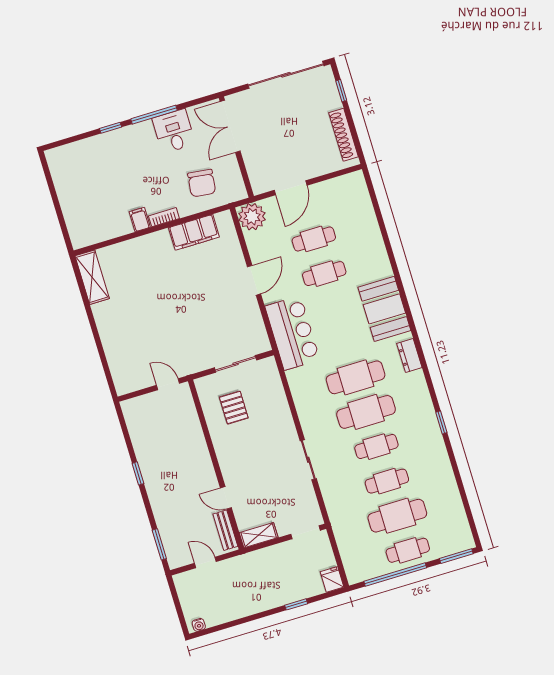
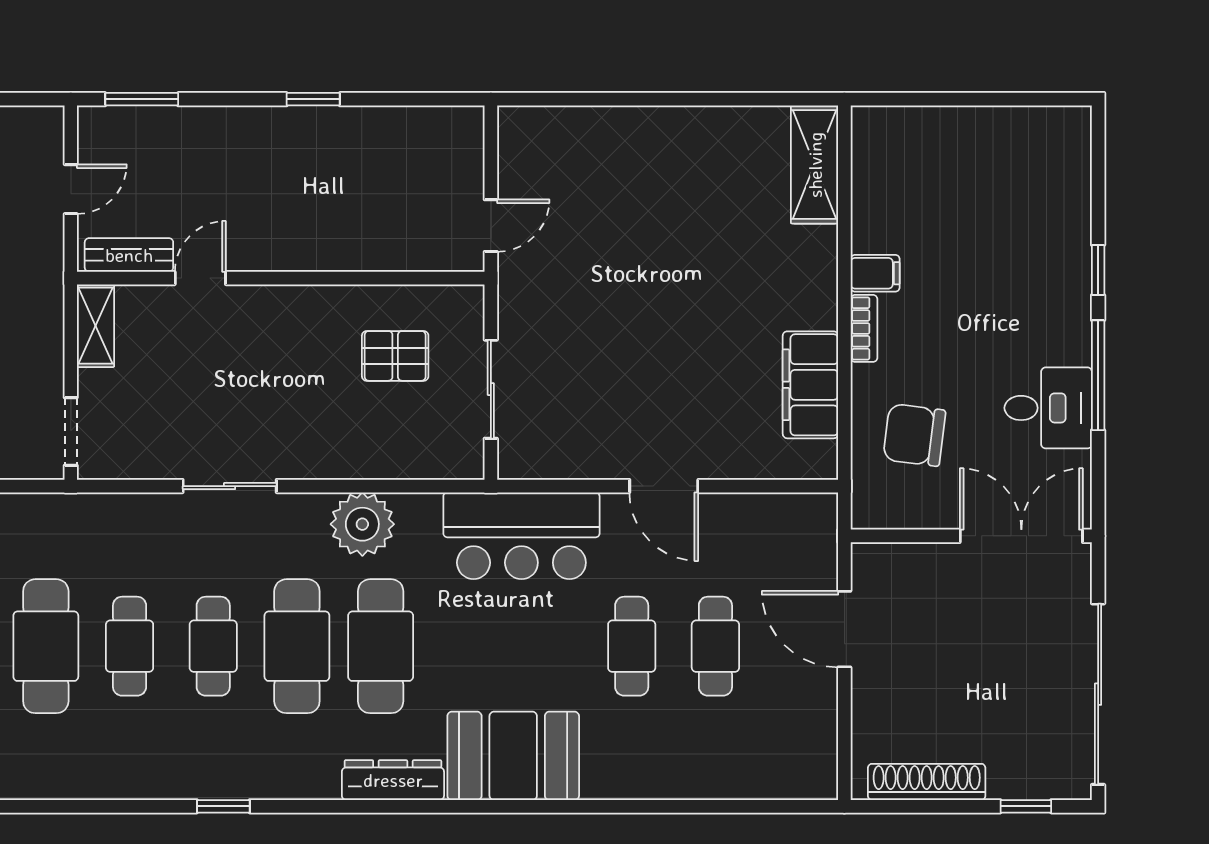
plant: (252, 217) -> (362, 524), moved
shelving: (92, 277) -> (815, 165), moved, turned 90
dresser: (409, 356) -> (393, 780), width x1.44

